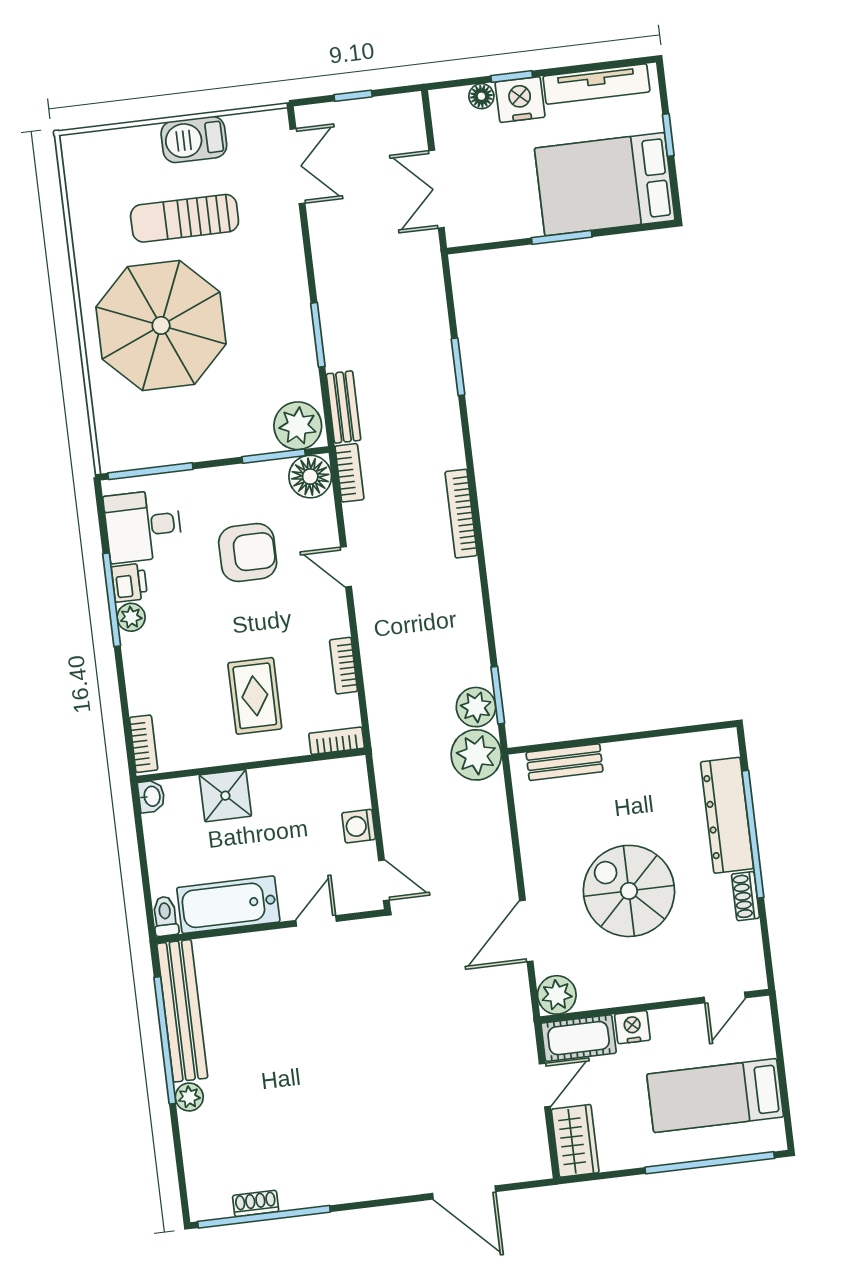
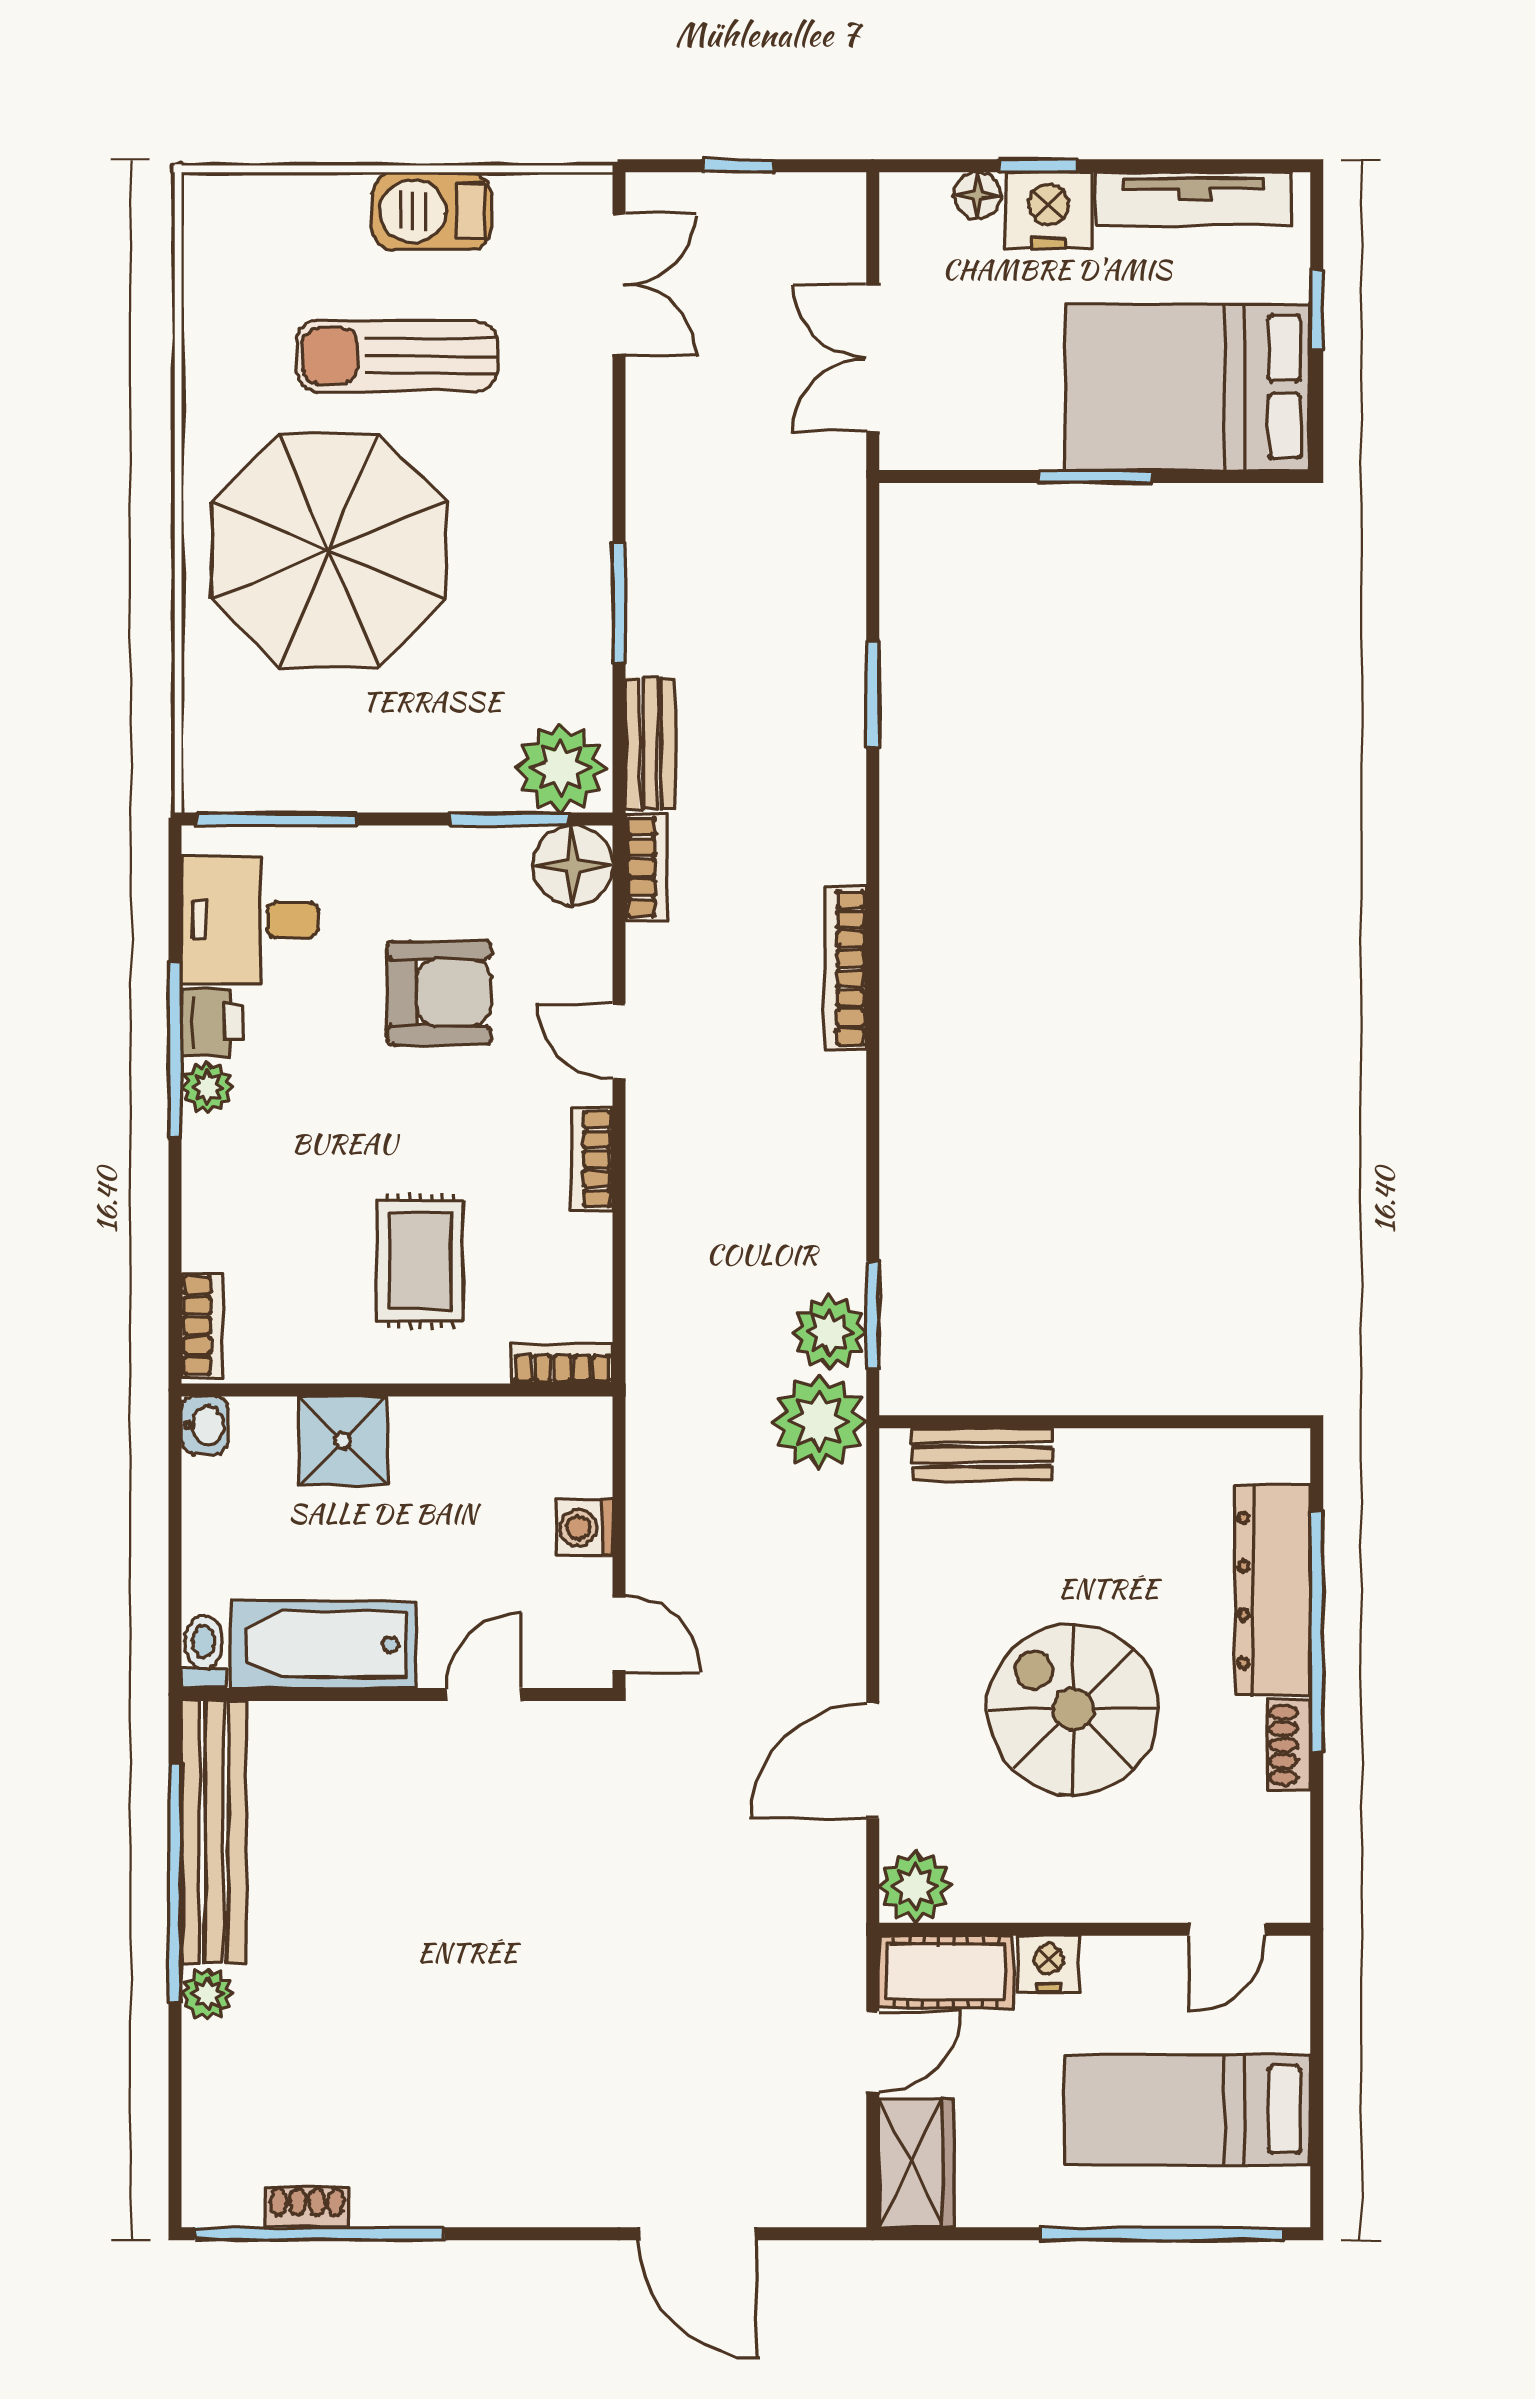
bookcase: (344, 666) -> (592, 1159), moved

